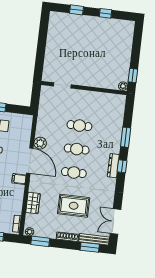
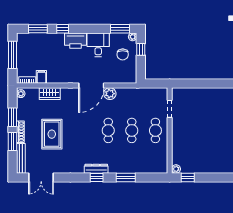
cafe table: (74, 173) -> (155, 130), moved
filing cabinet: (19, 179) -> (41, 77), moved
double door: (115, 222) -> (41, 177), swing flipped
window: (40, 241) -> (13, 117), moved
window: (90, 247) -> (13, 142), moved

